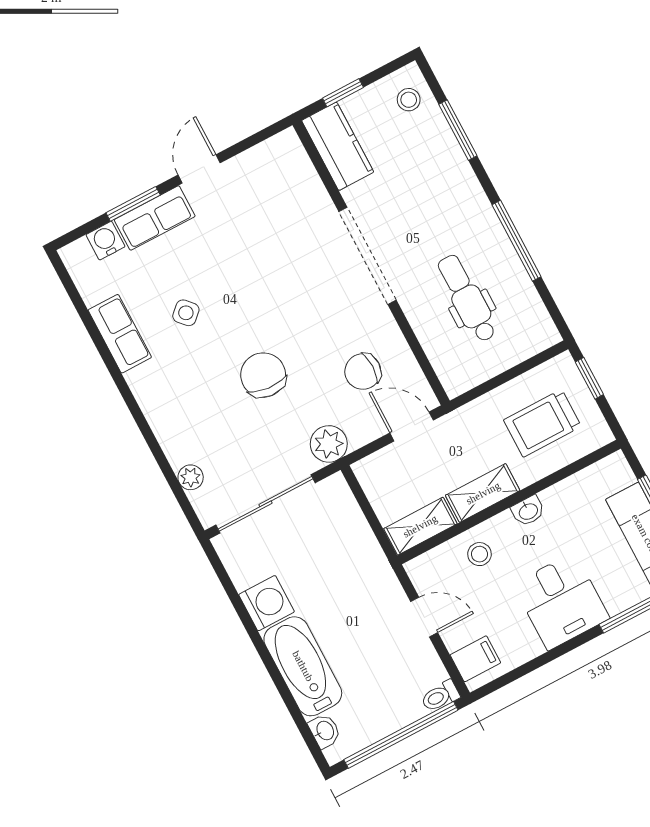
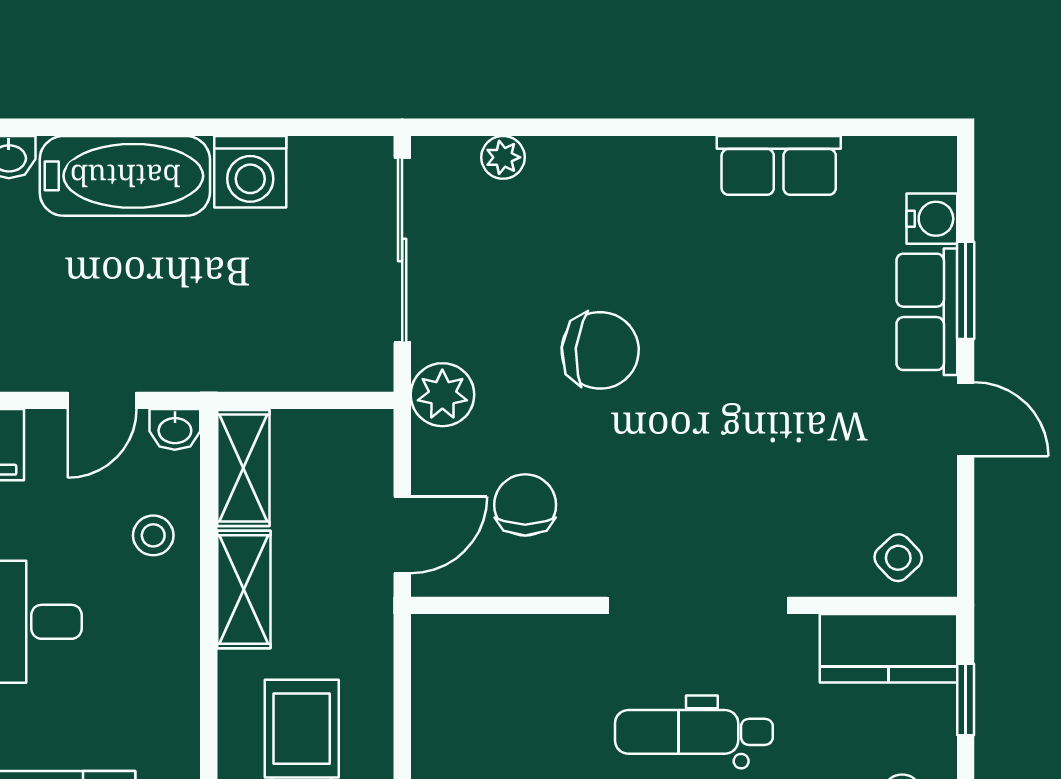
dental chair: (467, 298) -> (694, 732), moved, turned 180
side table: (186, 313) -> (898, 558), moved
washbasin: (528, 511) -> (175, 429), moved, turned -90

